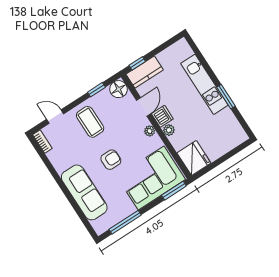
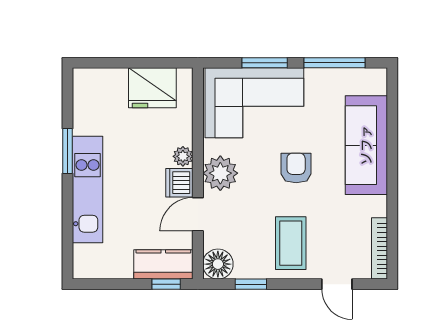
plant: (150, 131) -> (220, 173), width x1.87, depth x1.87
bookcase: (42, 142) -> (379, 248), width x1.56
fridge: (194, 158) -> (152, 88), moved, turned -90
armchair: (111, 160) -> (296, 168), turned 90
window: (174, 191) -> (265, 63), moved

